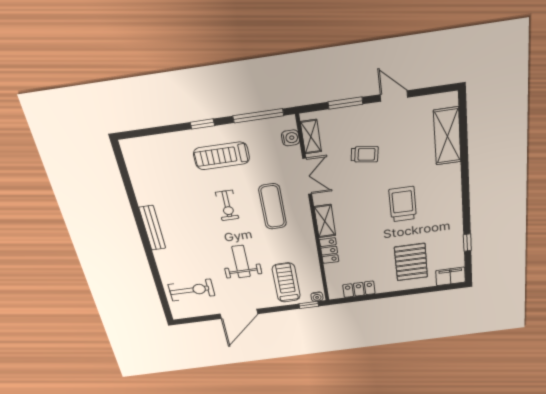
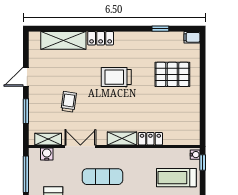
filing cabinet: (451, 276) -> (192, 37), width x0.50
locker: (359, 289) -> (101, 38), moved, turned -90

